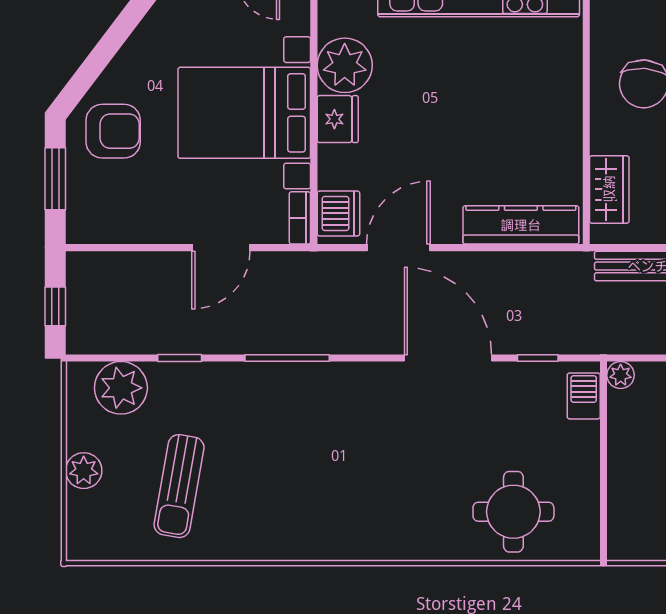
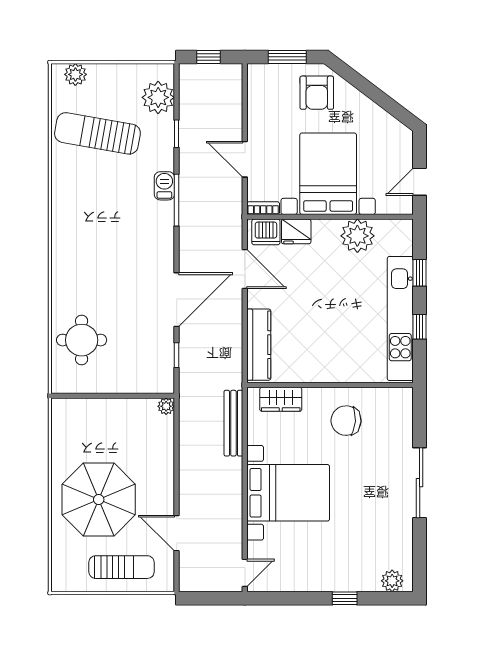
fridge: (338, 119) -> (296, 231), moved
barbecue: (584, 396) -> (164, 186), moved, turned -90
plant: (84, 471) -> (75, 74), moved
sun lounger: (179, 486) -> (97, 133), width x1.36, depth x1.34

